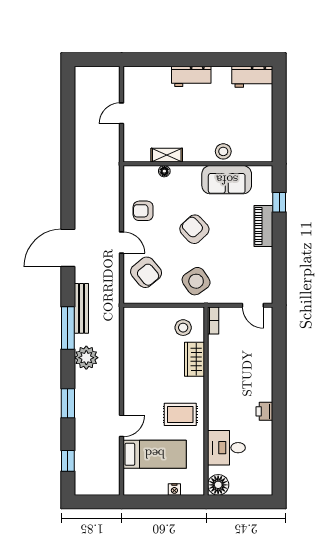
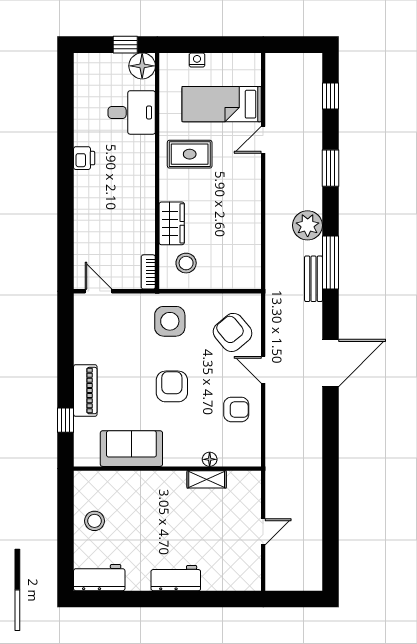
stool: (223, 151) -> (95, 521), moved
armchair: (194, 229) -> (172, 386), turned -137
side table: (196, 281) -> (170, 321), turned 34
bench: (81, 308) -> (314, 279), width x0.73
window: (232, 502) -> (125, 45), added

